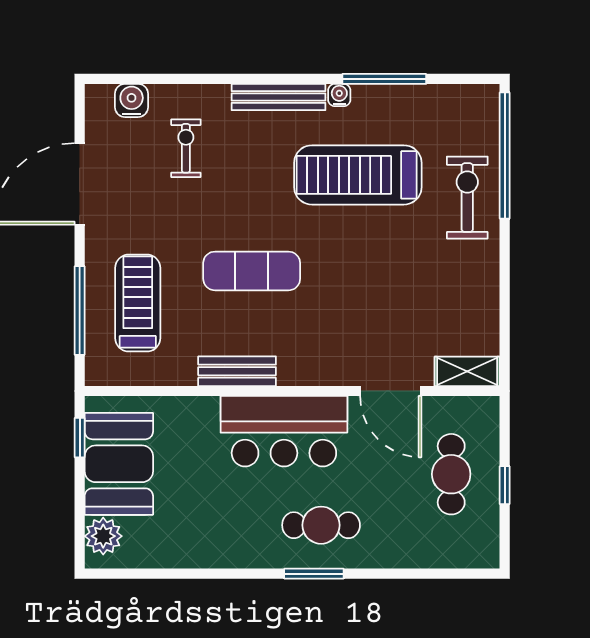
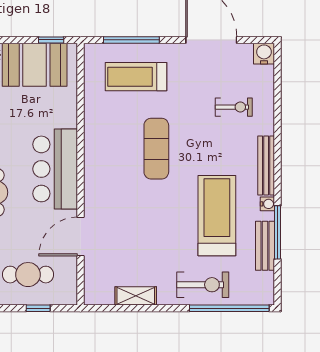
water cooler: (132, 100) -> (264, 54), moved, turned -90
treadmill: (138, 303) -> (136, 77), turned 180
bench: (237, 371) -> (265, 246), moved
shelving: (467, 371) -> (136, 296), moved, turned 90
window: (505, 485) -> (38, 308), moved

